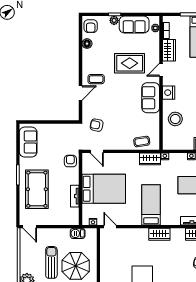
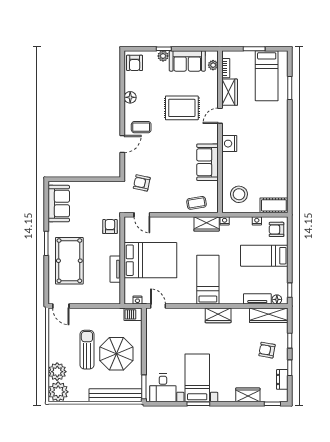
floor lamp: (87, 44) -> (130, 97), moved
sofa: (151, 98) -> (207, 162), moved
stool: (175, 119) -> (239, 194), moved
barbecue: (78, 233) -> (133, 314), moved

